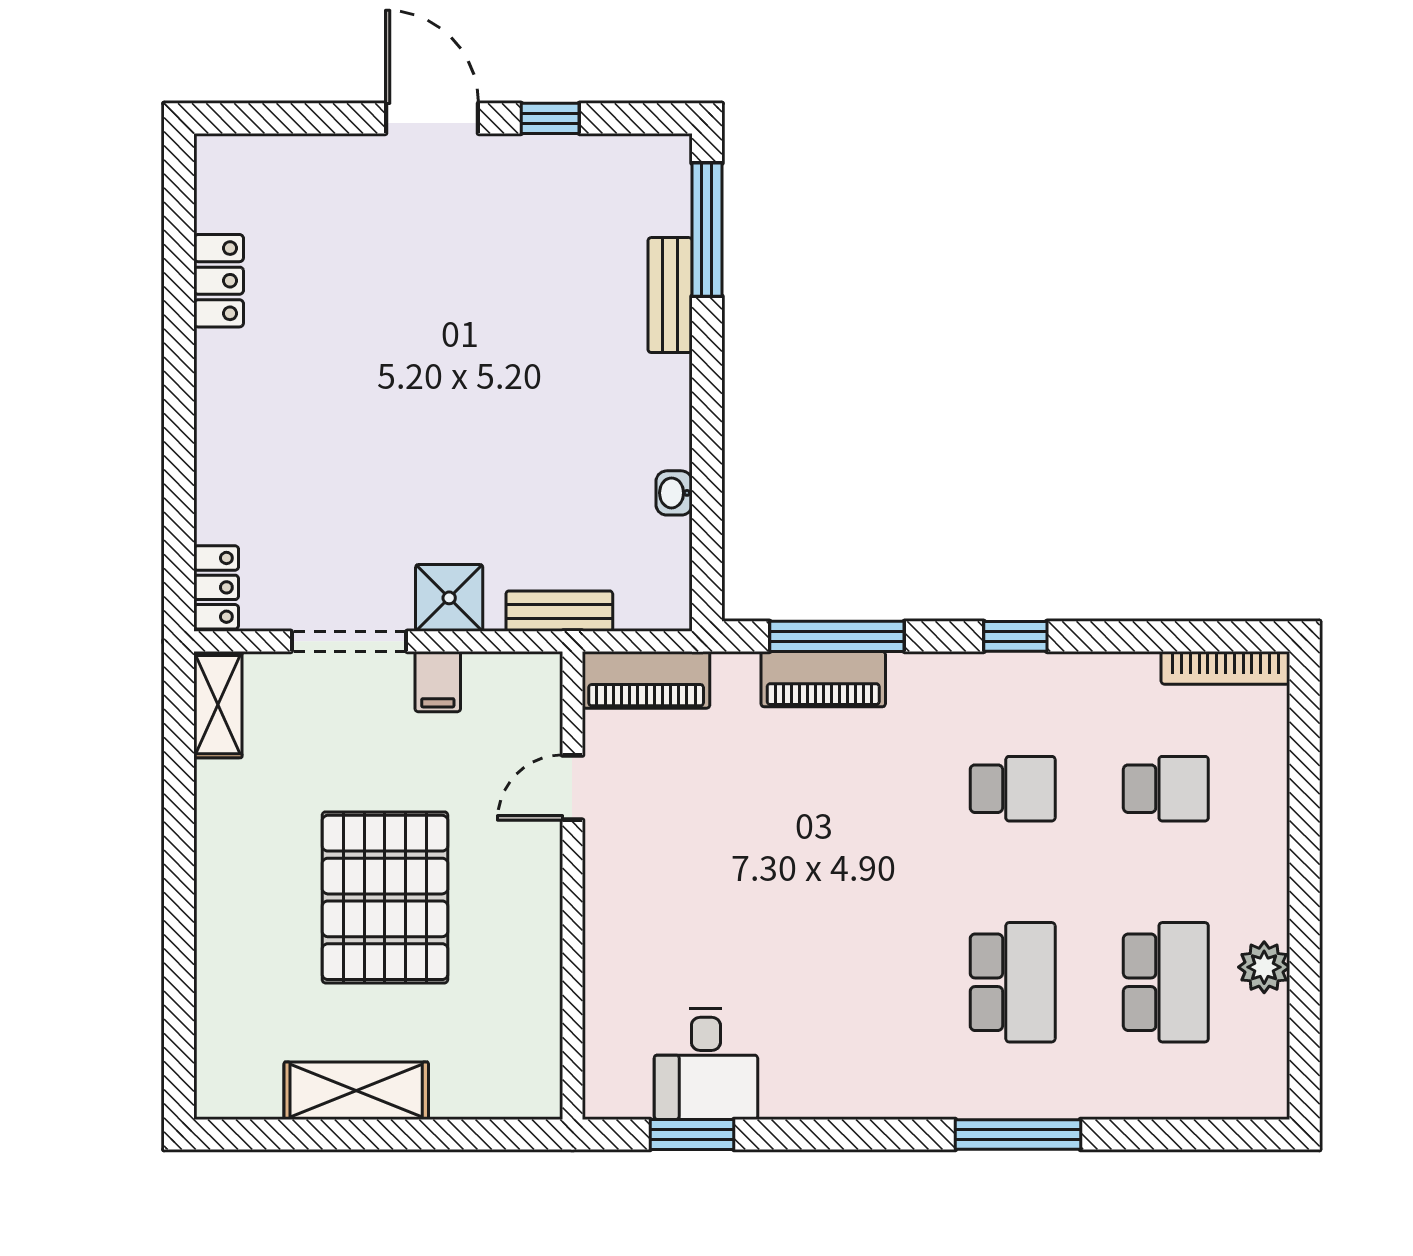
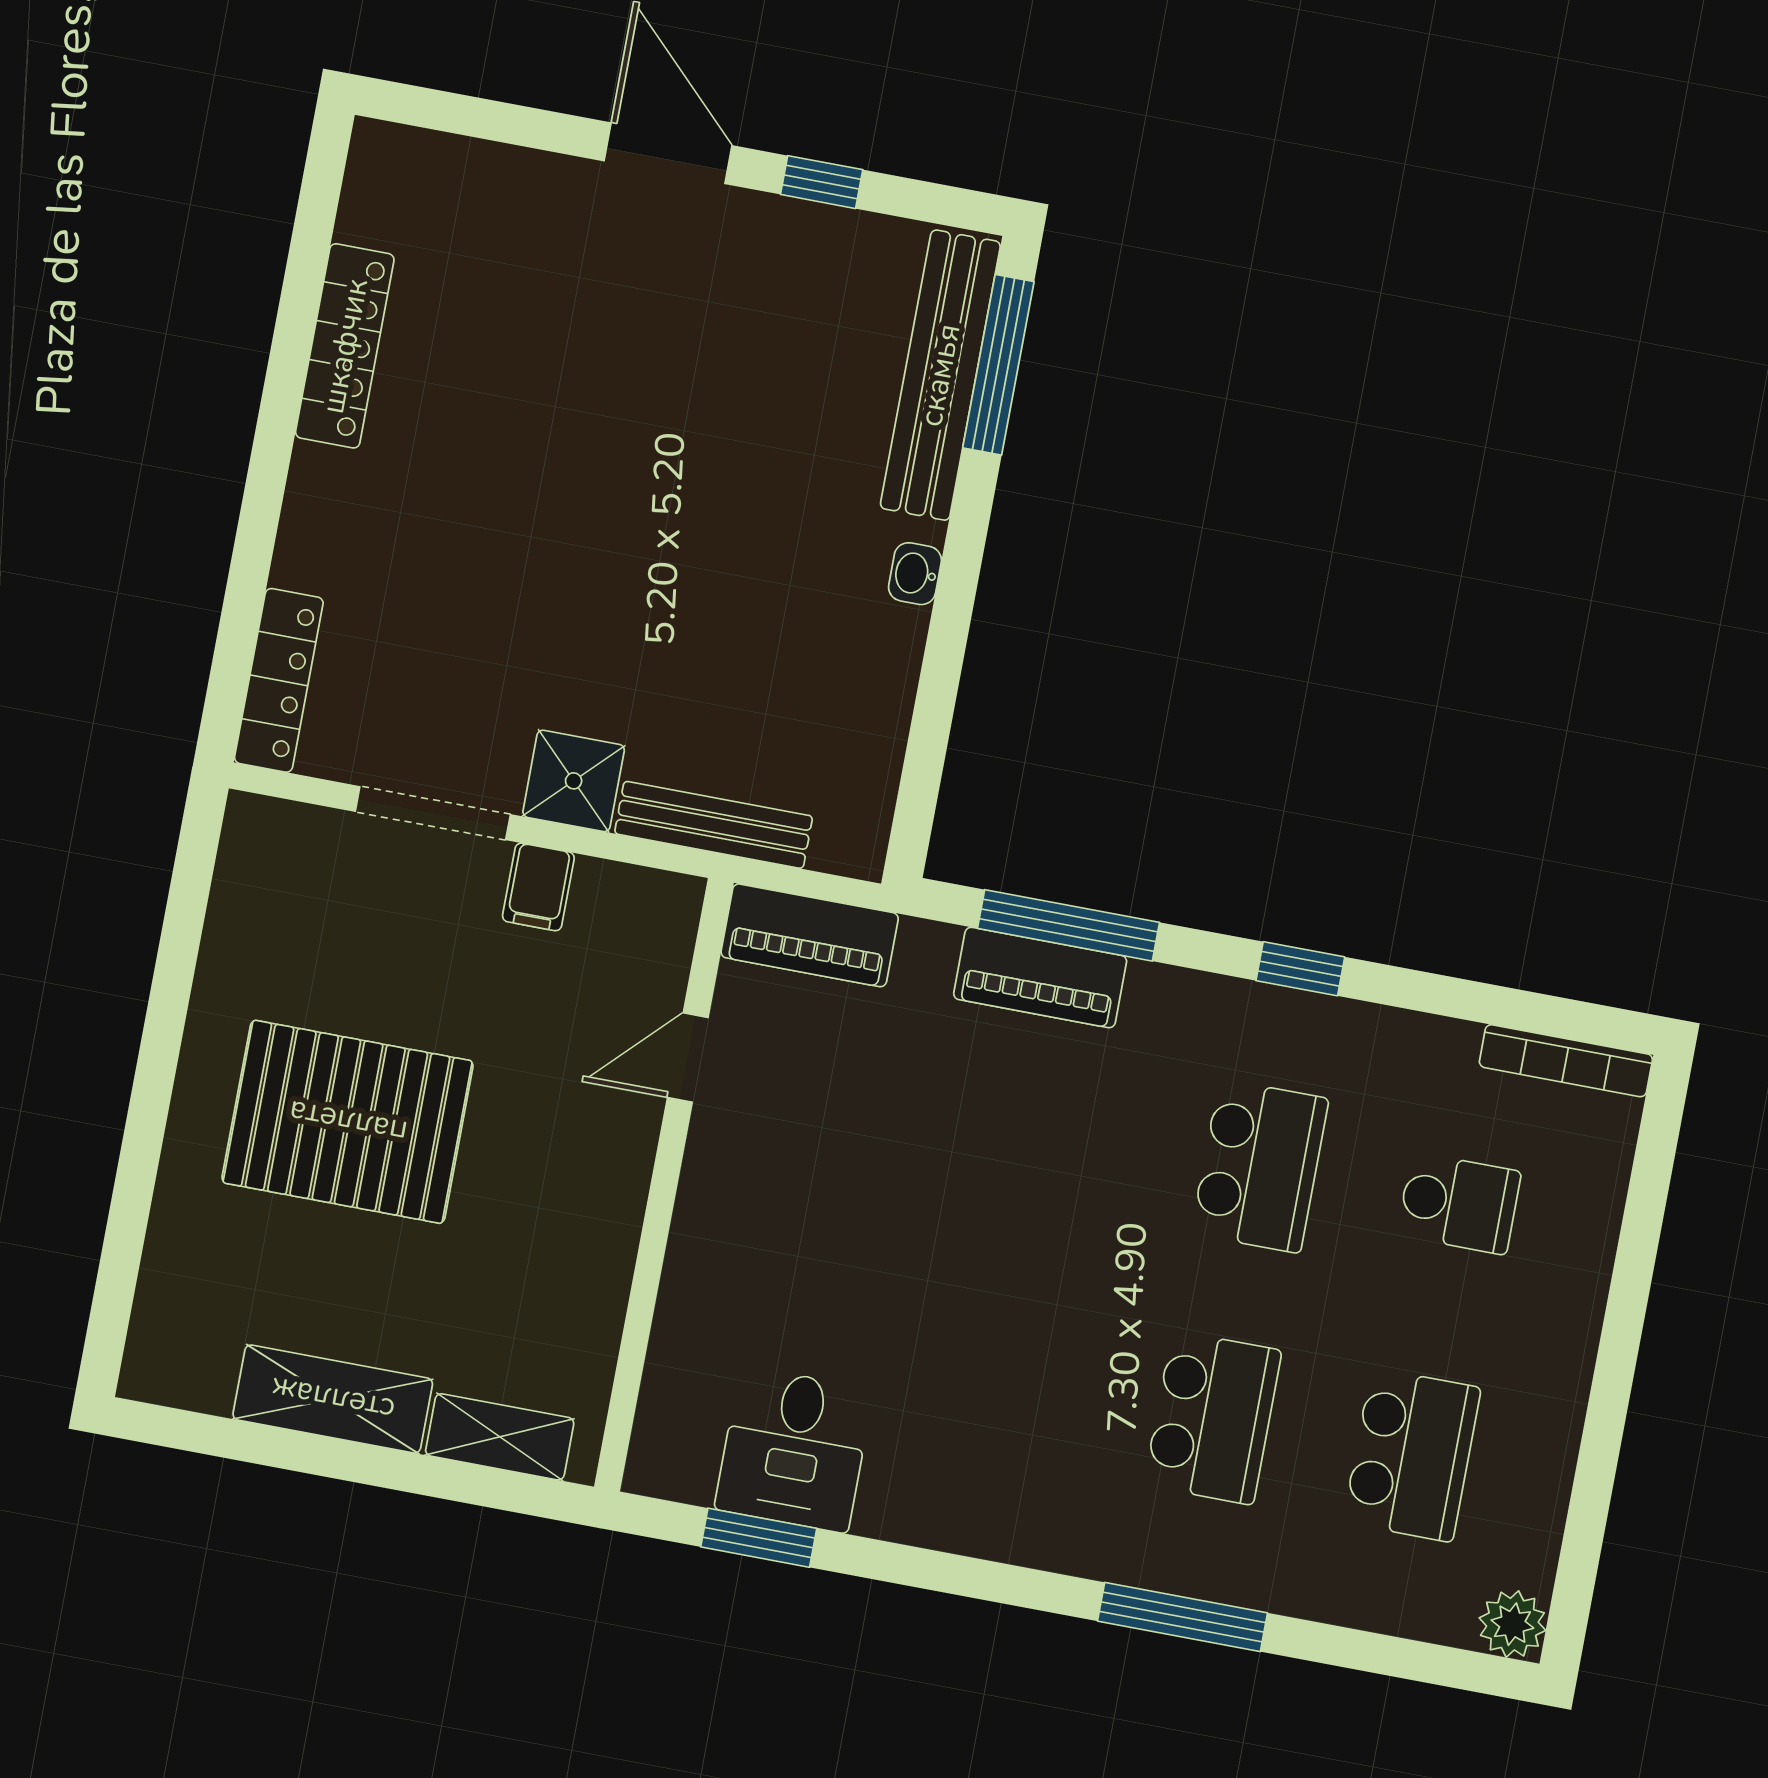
locker: (219, 281) -> (345, 346), width x1.53
bench: (670, 295) -> (940, 375), width x1.86, depth x1.21
washbasin: (674, 493) -> (915, 574), moved
locker: (216, 587) -> (279, 680), width x1.53
bench: (559, 611) -> (714, 825), width x1.36
shelving: (218, 705) -> (500, 1437), moved, turned 90
school desk: (1013, 789) -> (1260, 1166), width x1.85
pallet: (385, 897) -> (348, 1122), moved, turned 90
plant: (1264, 967) -> (1512, 1624), moved

